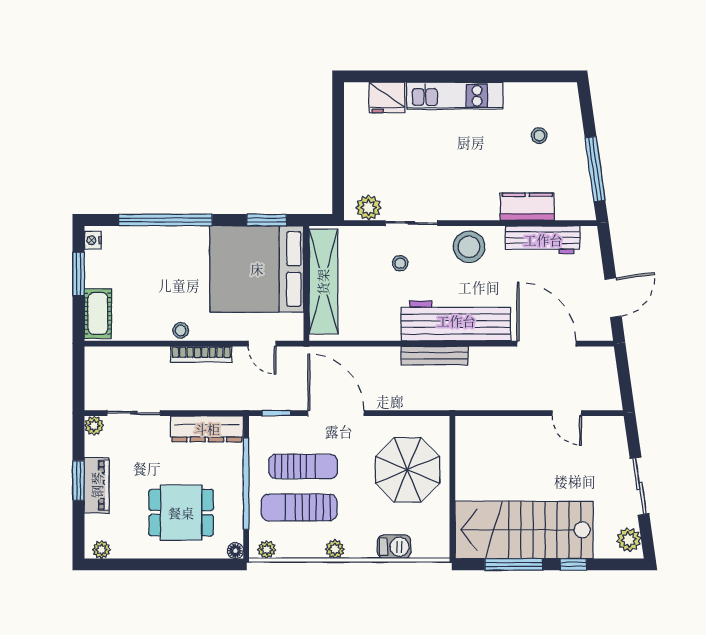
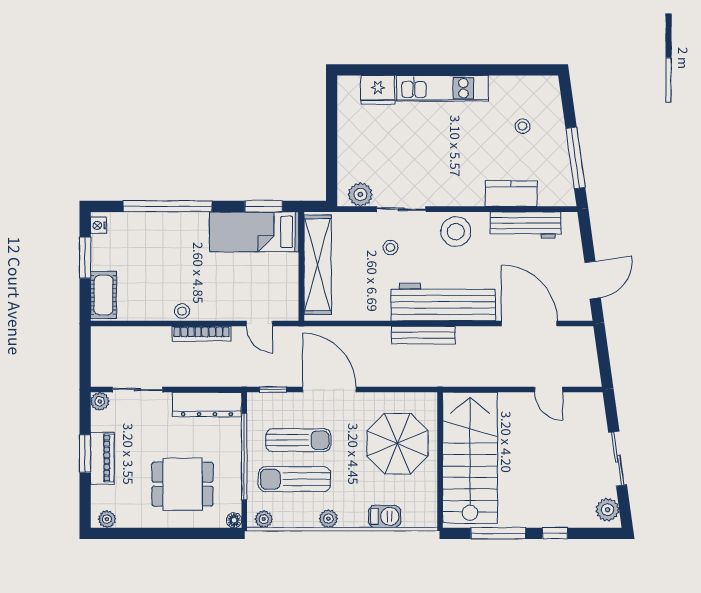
bed: (257, 269) -> (254, 232), width x0.49
stairs: (524, 530) -> (470, 458), moved, turned 90

